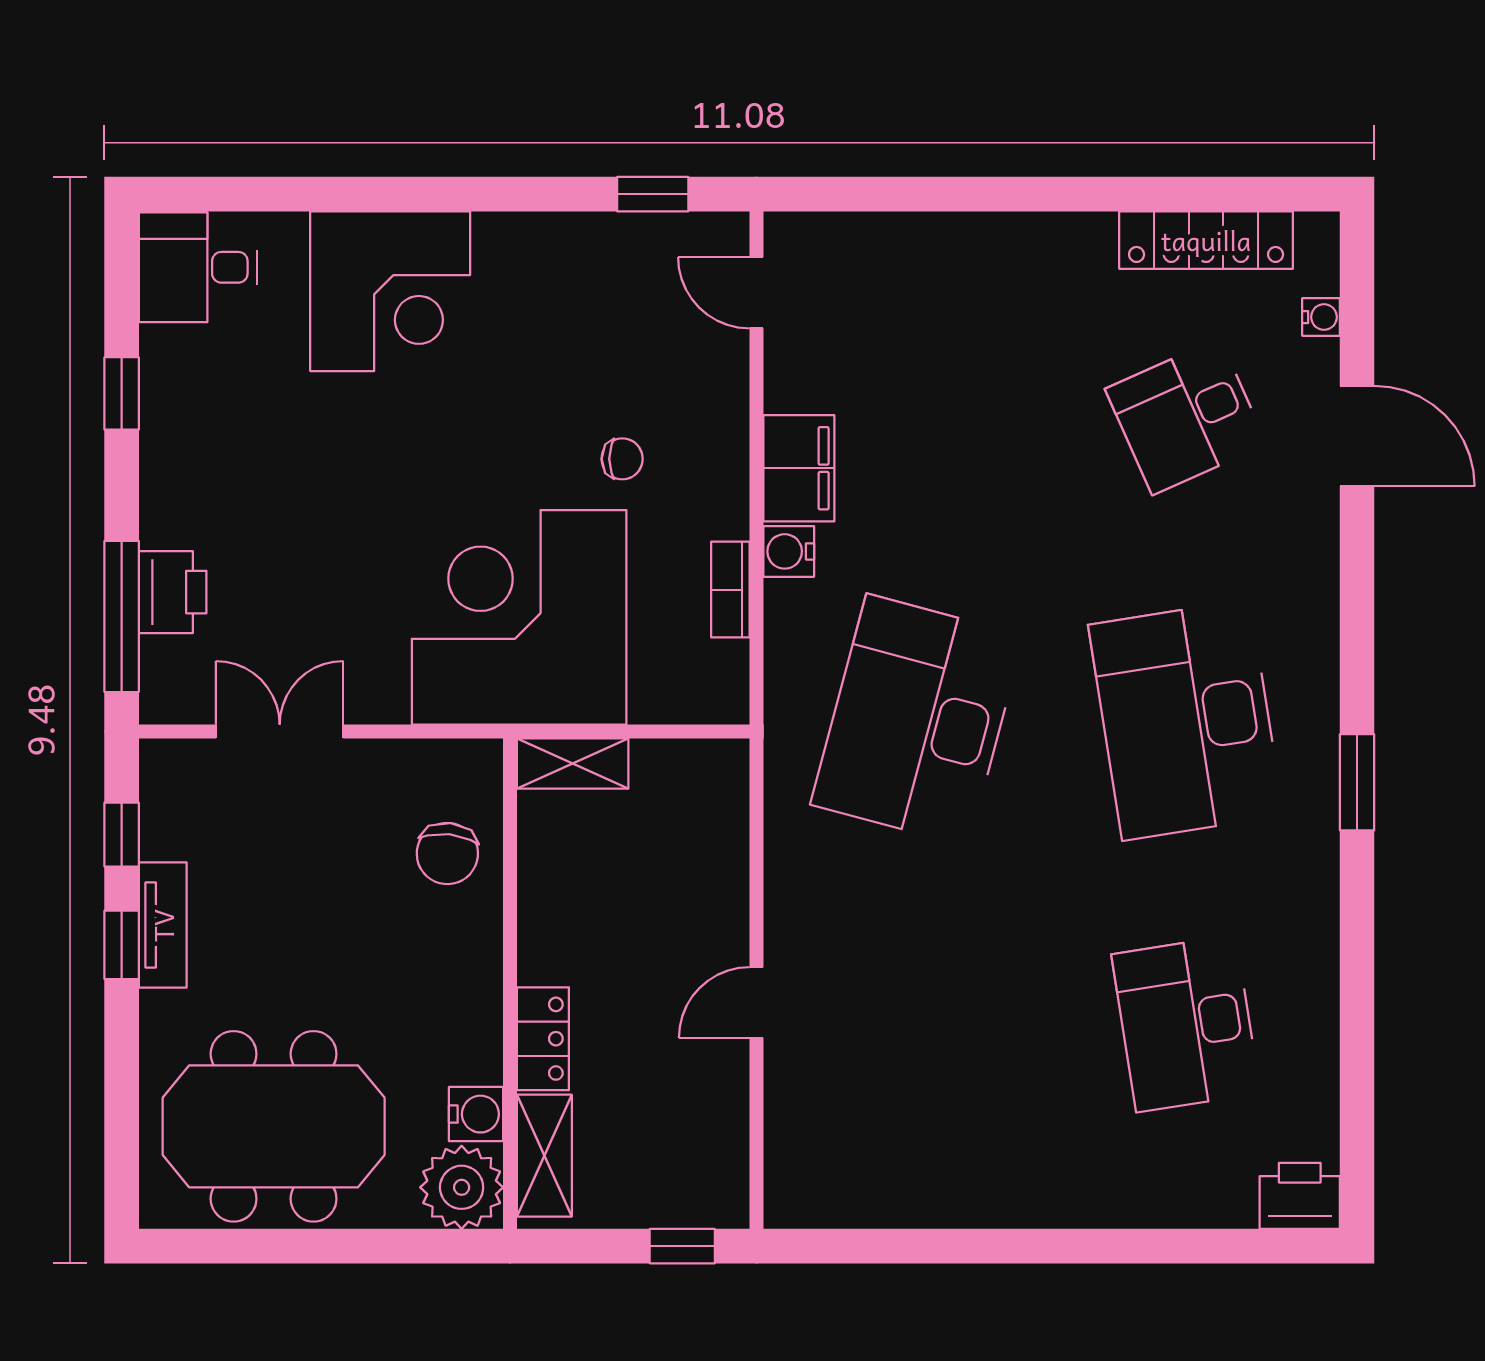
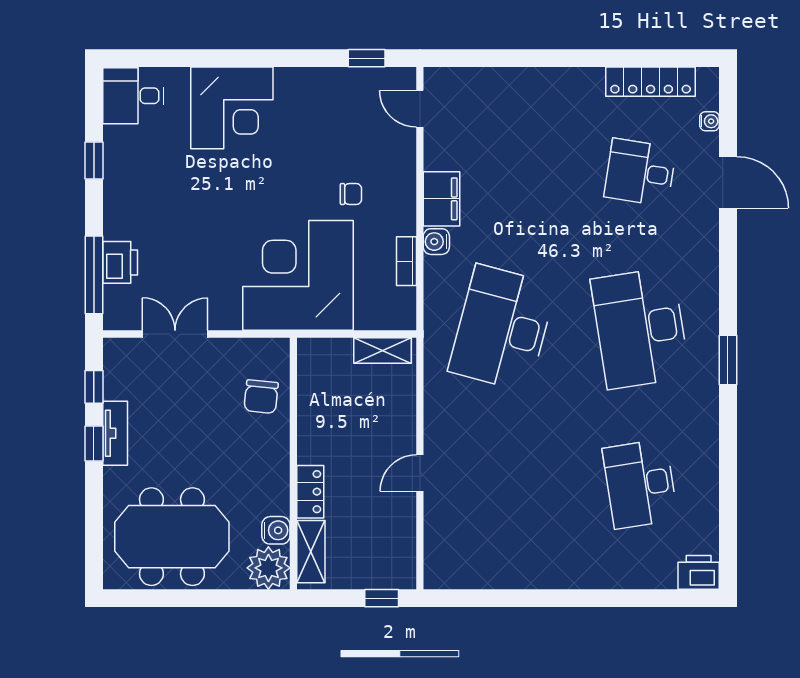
desk: (1186, 417) -> (640, 172), turned 33
shelving: (573, 764) -> (382, 350), moved

